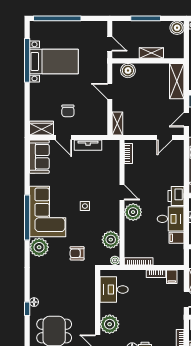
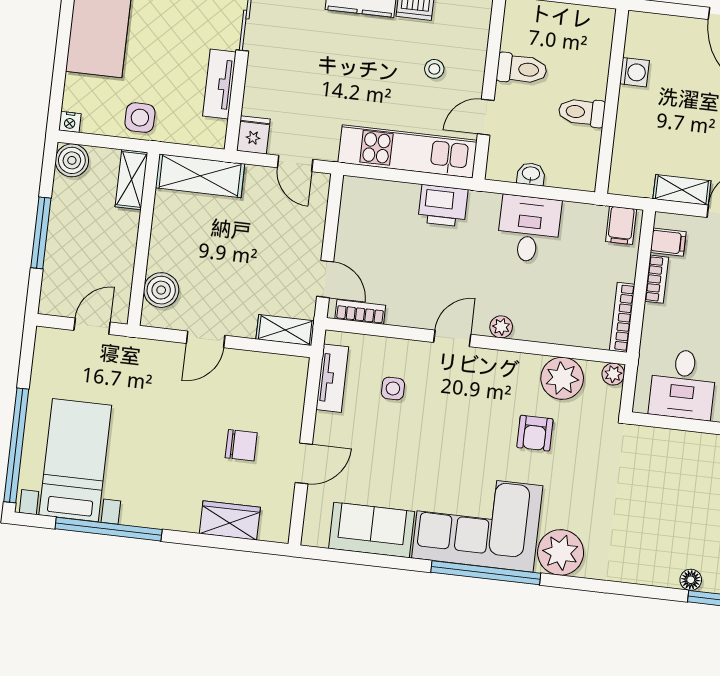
shelving: (151, 53) -> (131, 180), moved
bed with nightstands: (54, 61) -> (75, 460), moved
wardrobe: (41, 128) -> (230, 520), moved, turned 90
door: (165, 137) -> (325, 279), moved
tv unit: (88, 145) -> (332, 378), moved
sofa: (39, 157) -> (372, 530), moved
printer: (176, 196) -> (443, 206), moved
side table: (85, 206) -> (393, 388), moved
plant: (133, 212) -> (501, 327), width x0.53, depth x0.53
filing cabinet: (176, 238) -> (621, 225), moved
armchair: (77, 253) -> (535, 433), moved

